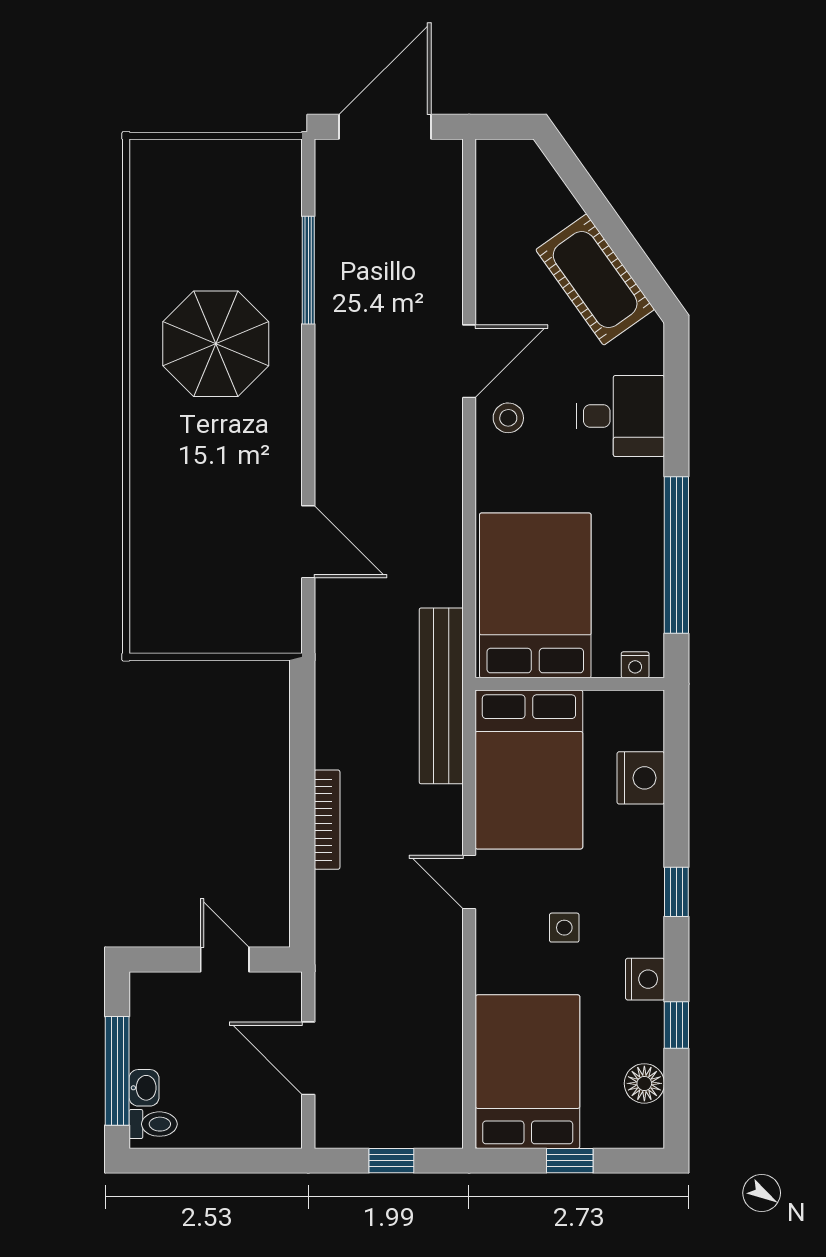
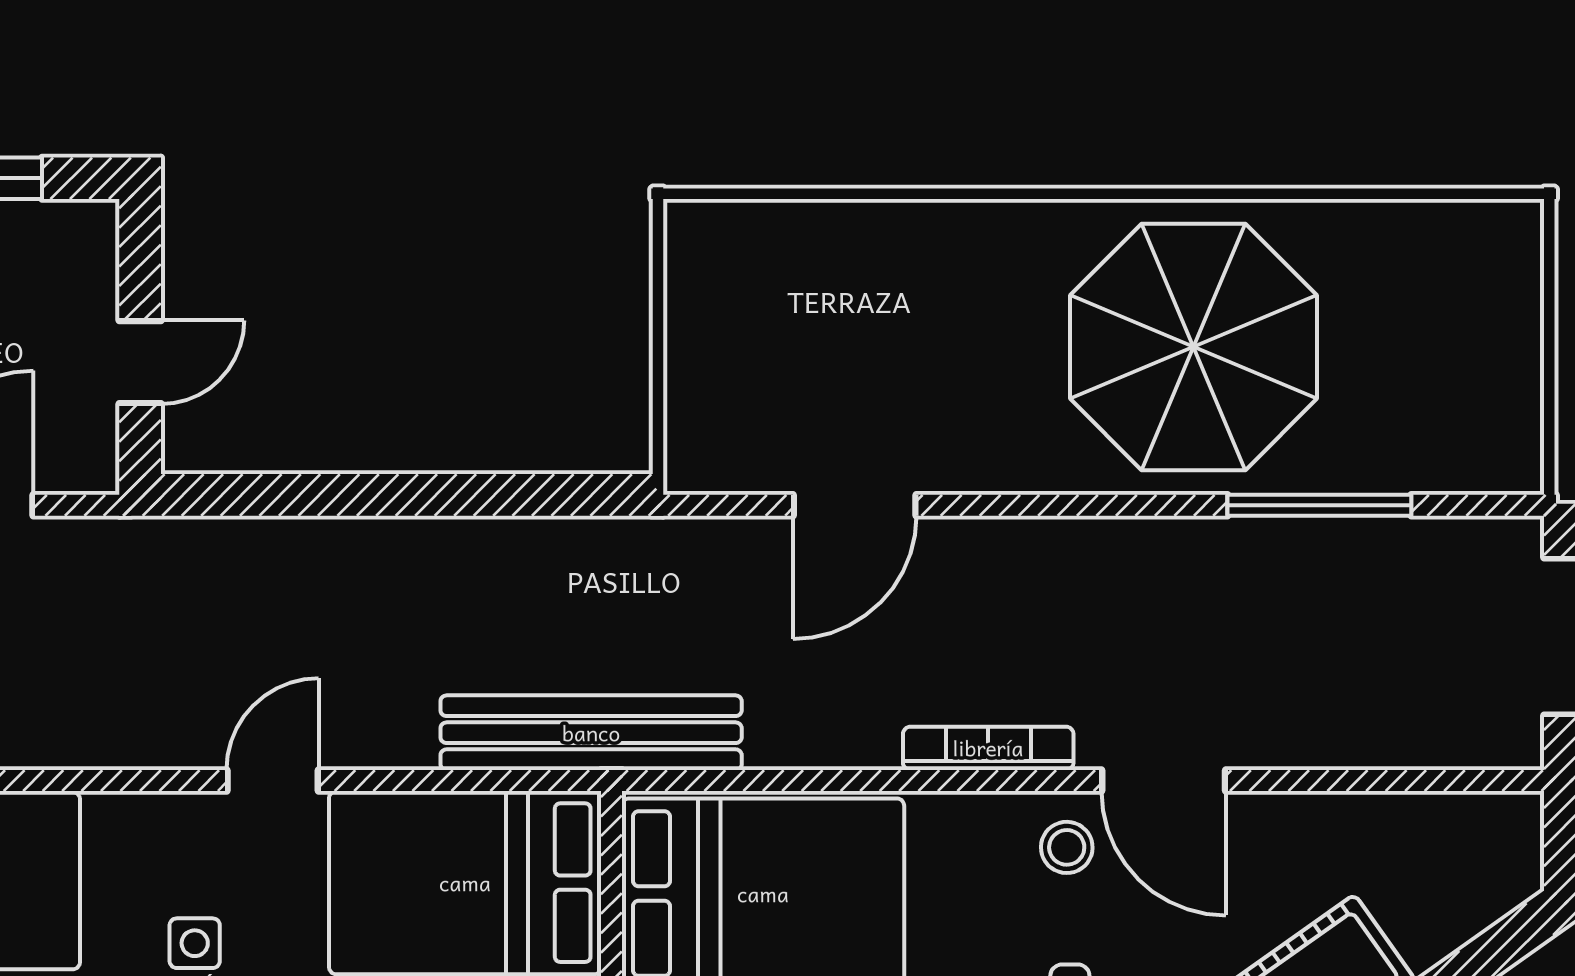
parasol: (216, 344) -> (1194, 347), width x1.36, depth x1.36
bookcase: (327, 820) -> (988, 748), moved, turned 180

